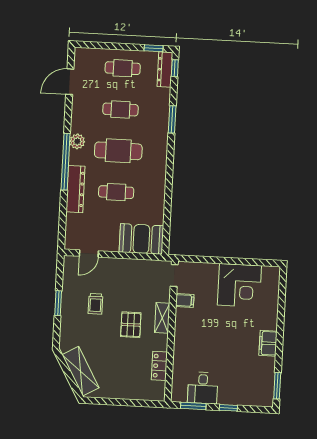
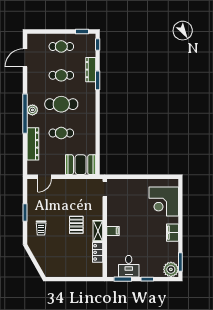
dresser: (165, 69) -> (91, 70), moved
plant: (77, 141) -> (32, 110), moved
dresser: (75, 189) -> (33, 144), moved
corner desk: (239, 285) -> (164, 201), moved, turned 90
filing cabinet: (185, 301) -> (113, 231), moved
trolley: (95, 304) -> (41, 228), moved
shelving: (162, 318) -> (98, 231), moved
shelving: (81, 371) -> (43, 259), removed
plant: (263, 396) -> (171, 269), added

